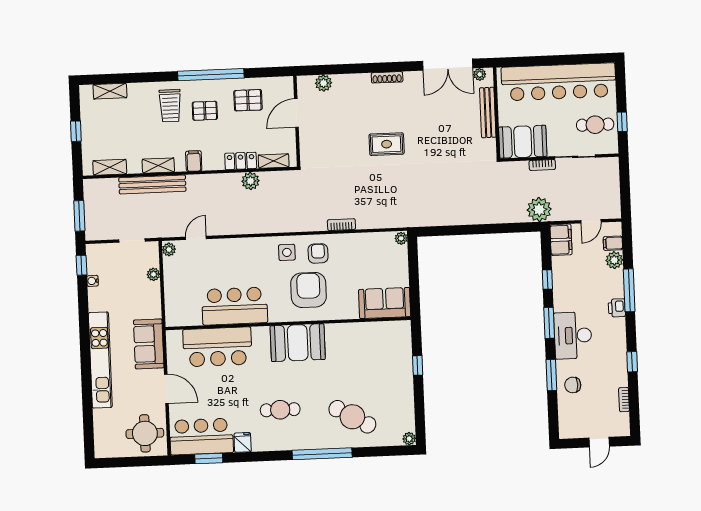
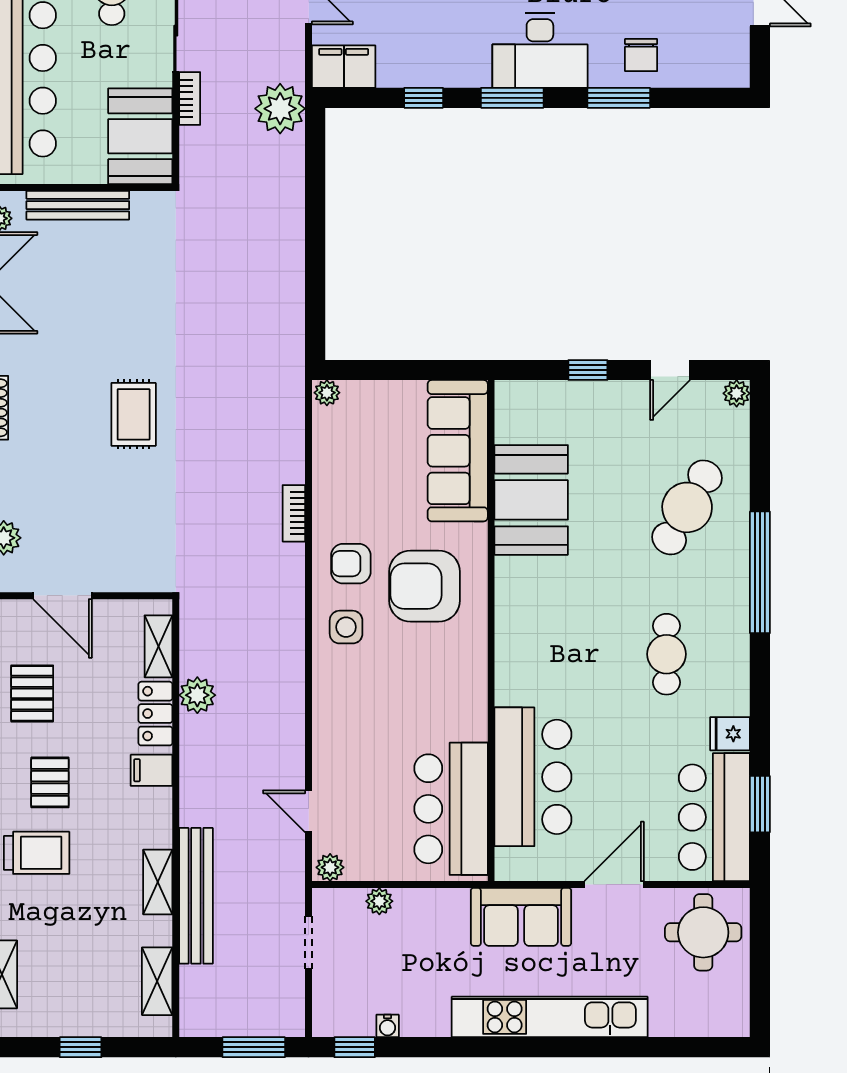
filing cabinet: (194, 161) -> (152, 770), moved
sofa: (385, 303) -> (458, 451), width x1.36
bar counter: (235, 306) -> (451, 809), moved
booth: (298, 343) -> (531, 500), moved
door: (419, 406) -> (670, 370), added

